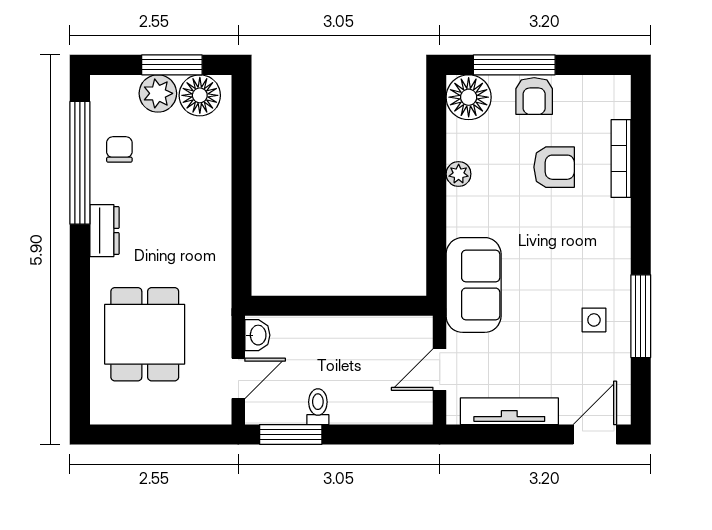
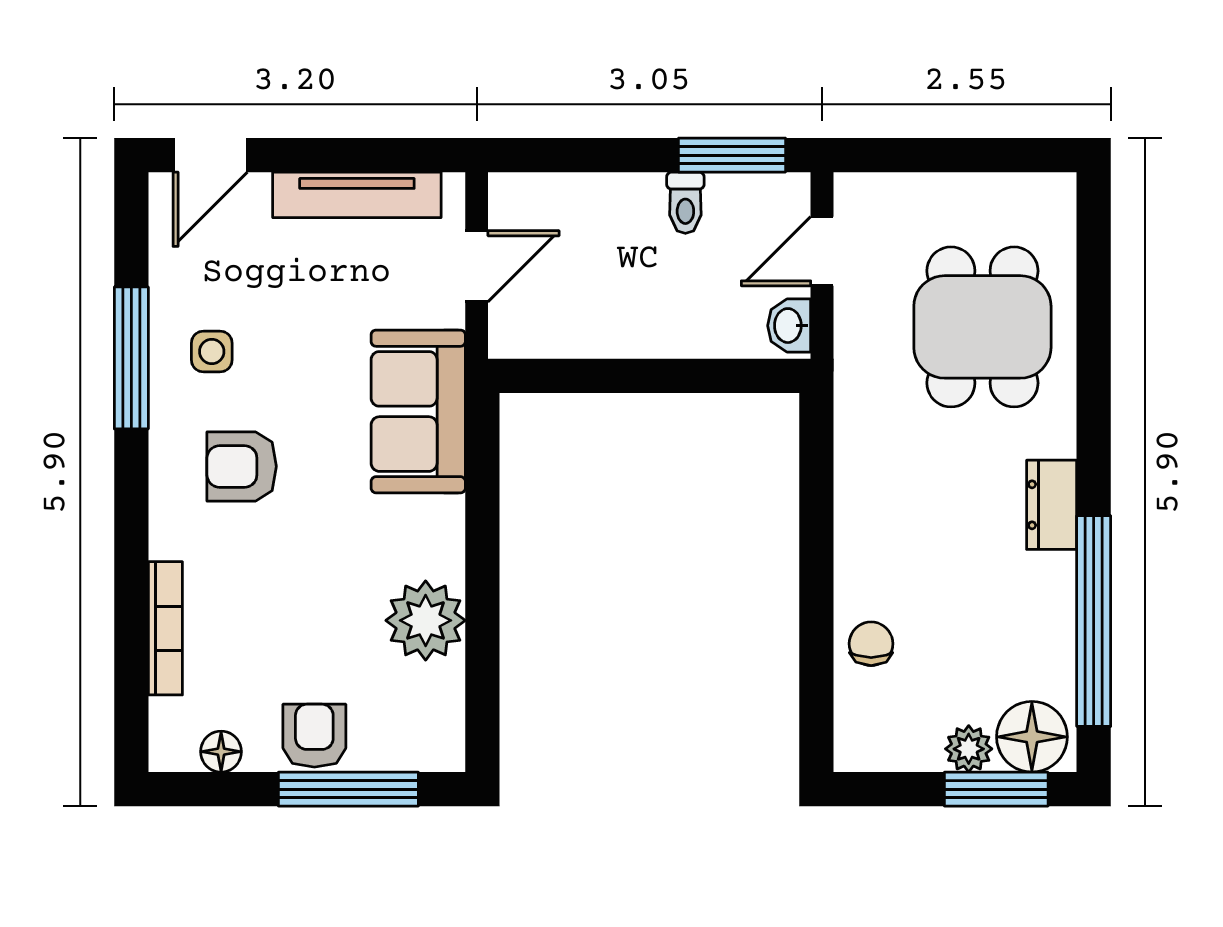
window: (172, 65) -> (996, 789), moved
plant: (158, 93) -> (969, 749), width x0.73, depth x0.73
floor lamp: (200, 95) -> (1032, 737), moved
floor lamp: (469, 97) -> (221, 752), moved, width x0.53, depth x0.53
chair: (119, 149) -> (871, 644), moved, turned 180
armchair: (554, 167) -> (242, 466), moved
plant: (459, 174) -> (426, 620), width x1.88, depth x1.88

